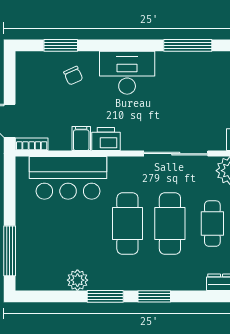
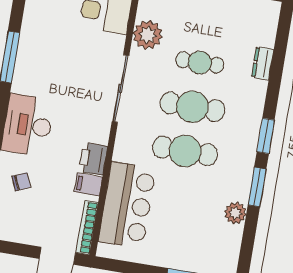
bookcase: (32, 144) -> (87, 228), width x1.56

